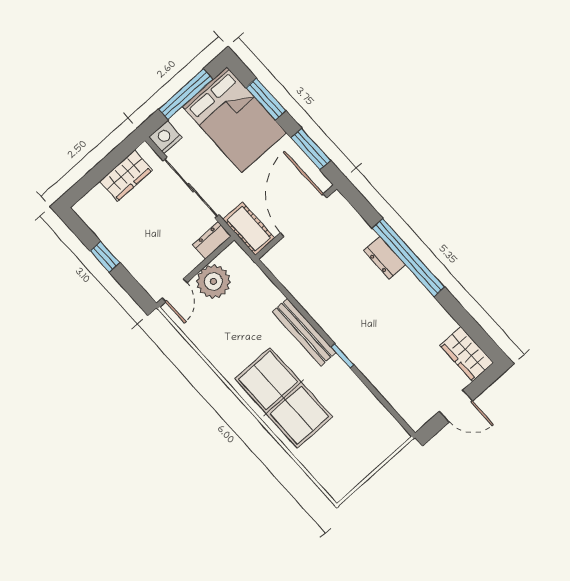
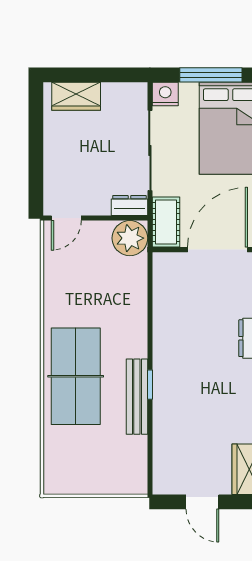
wardrobe: (126, 176) -> (76, 96), moved
window: (105, 257) -> (36, 144), removed
plant: (213, 282) -> (130, 238), moved
bench: (304, 332) -> (137, 397), moved

